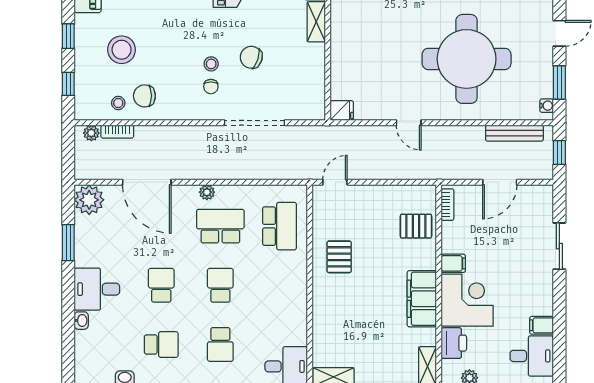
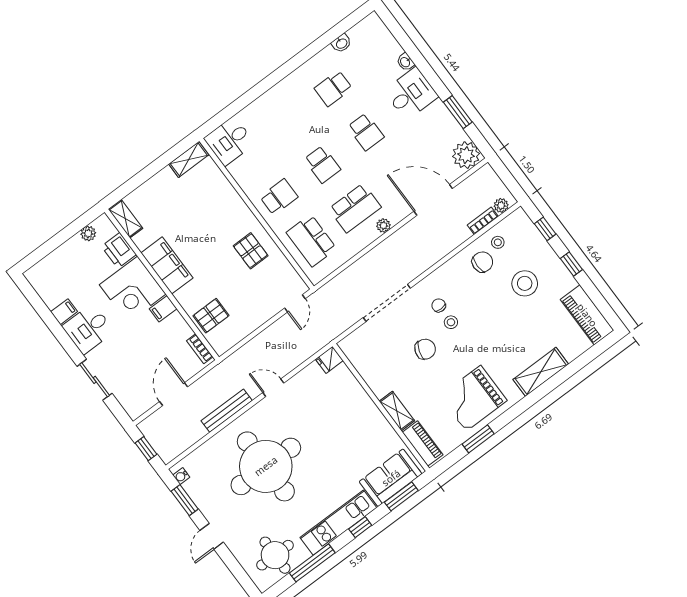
bench: (514, 133) -> (227, 411), moved
school desk: (220, 344) -> (279, 197), moved, turned 90
desk: (532, 356) -> (88, 329), moved

